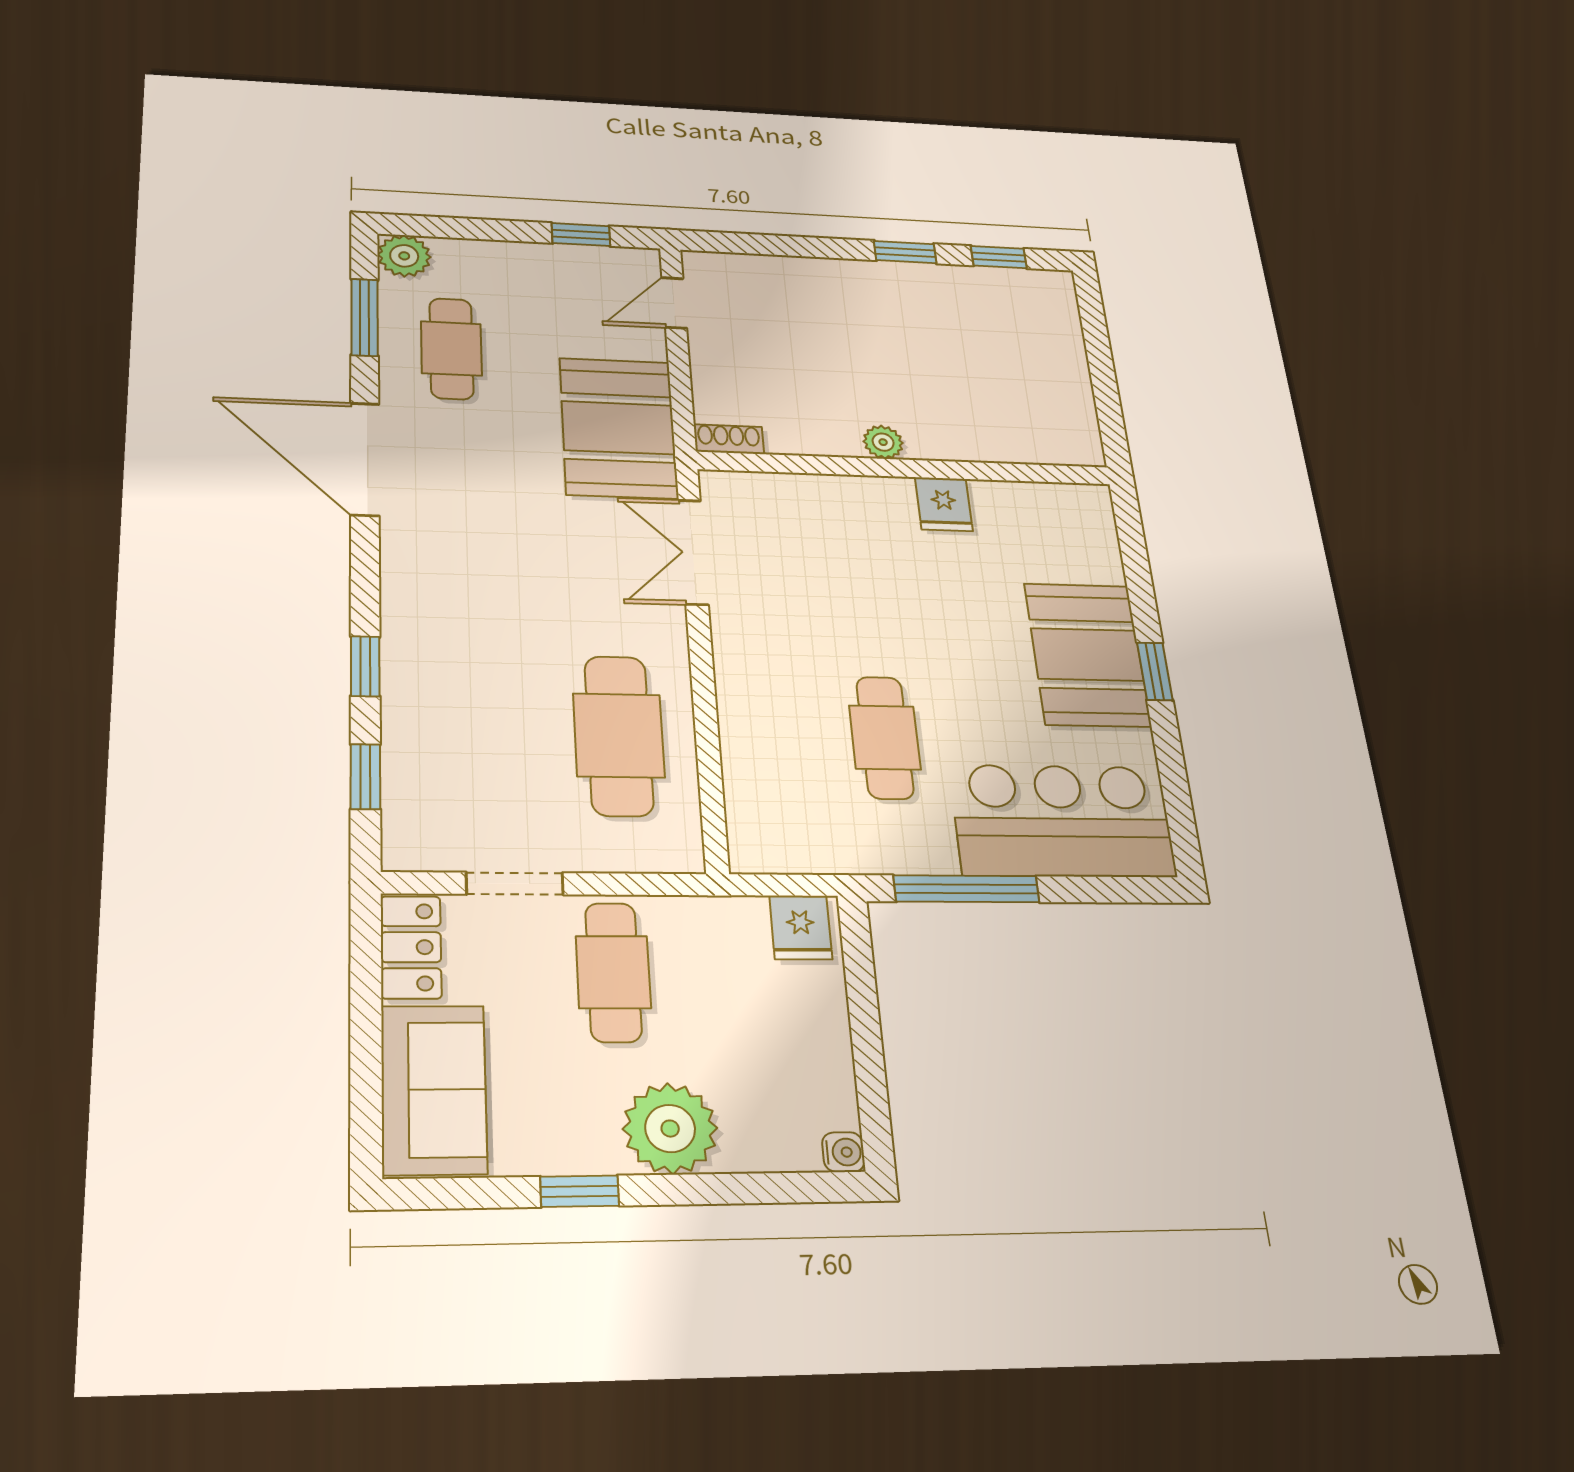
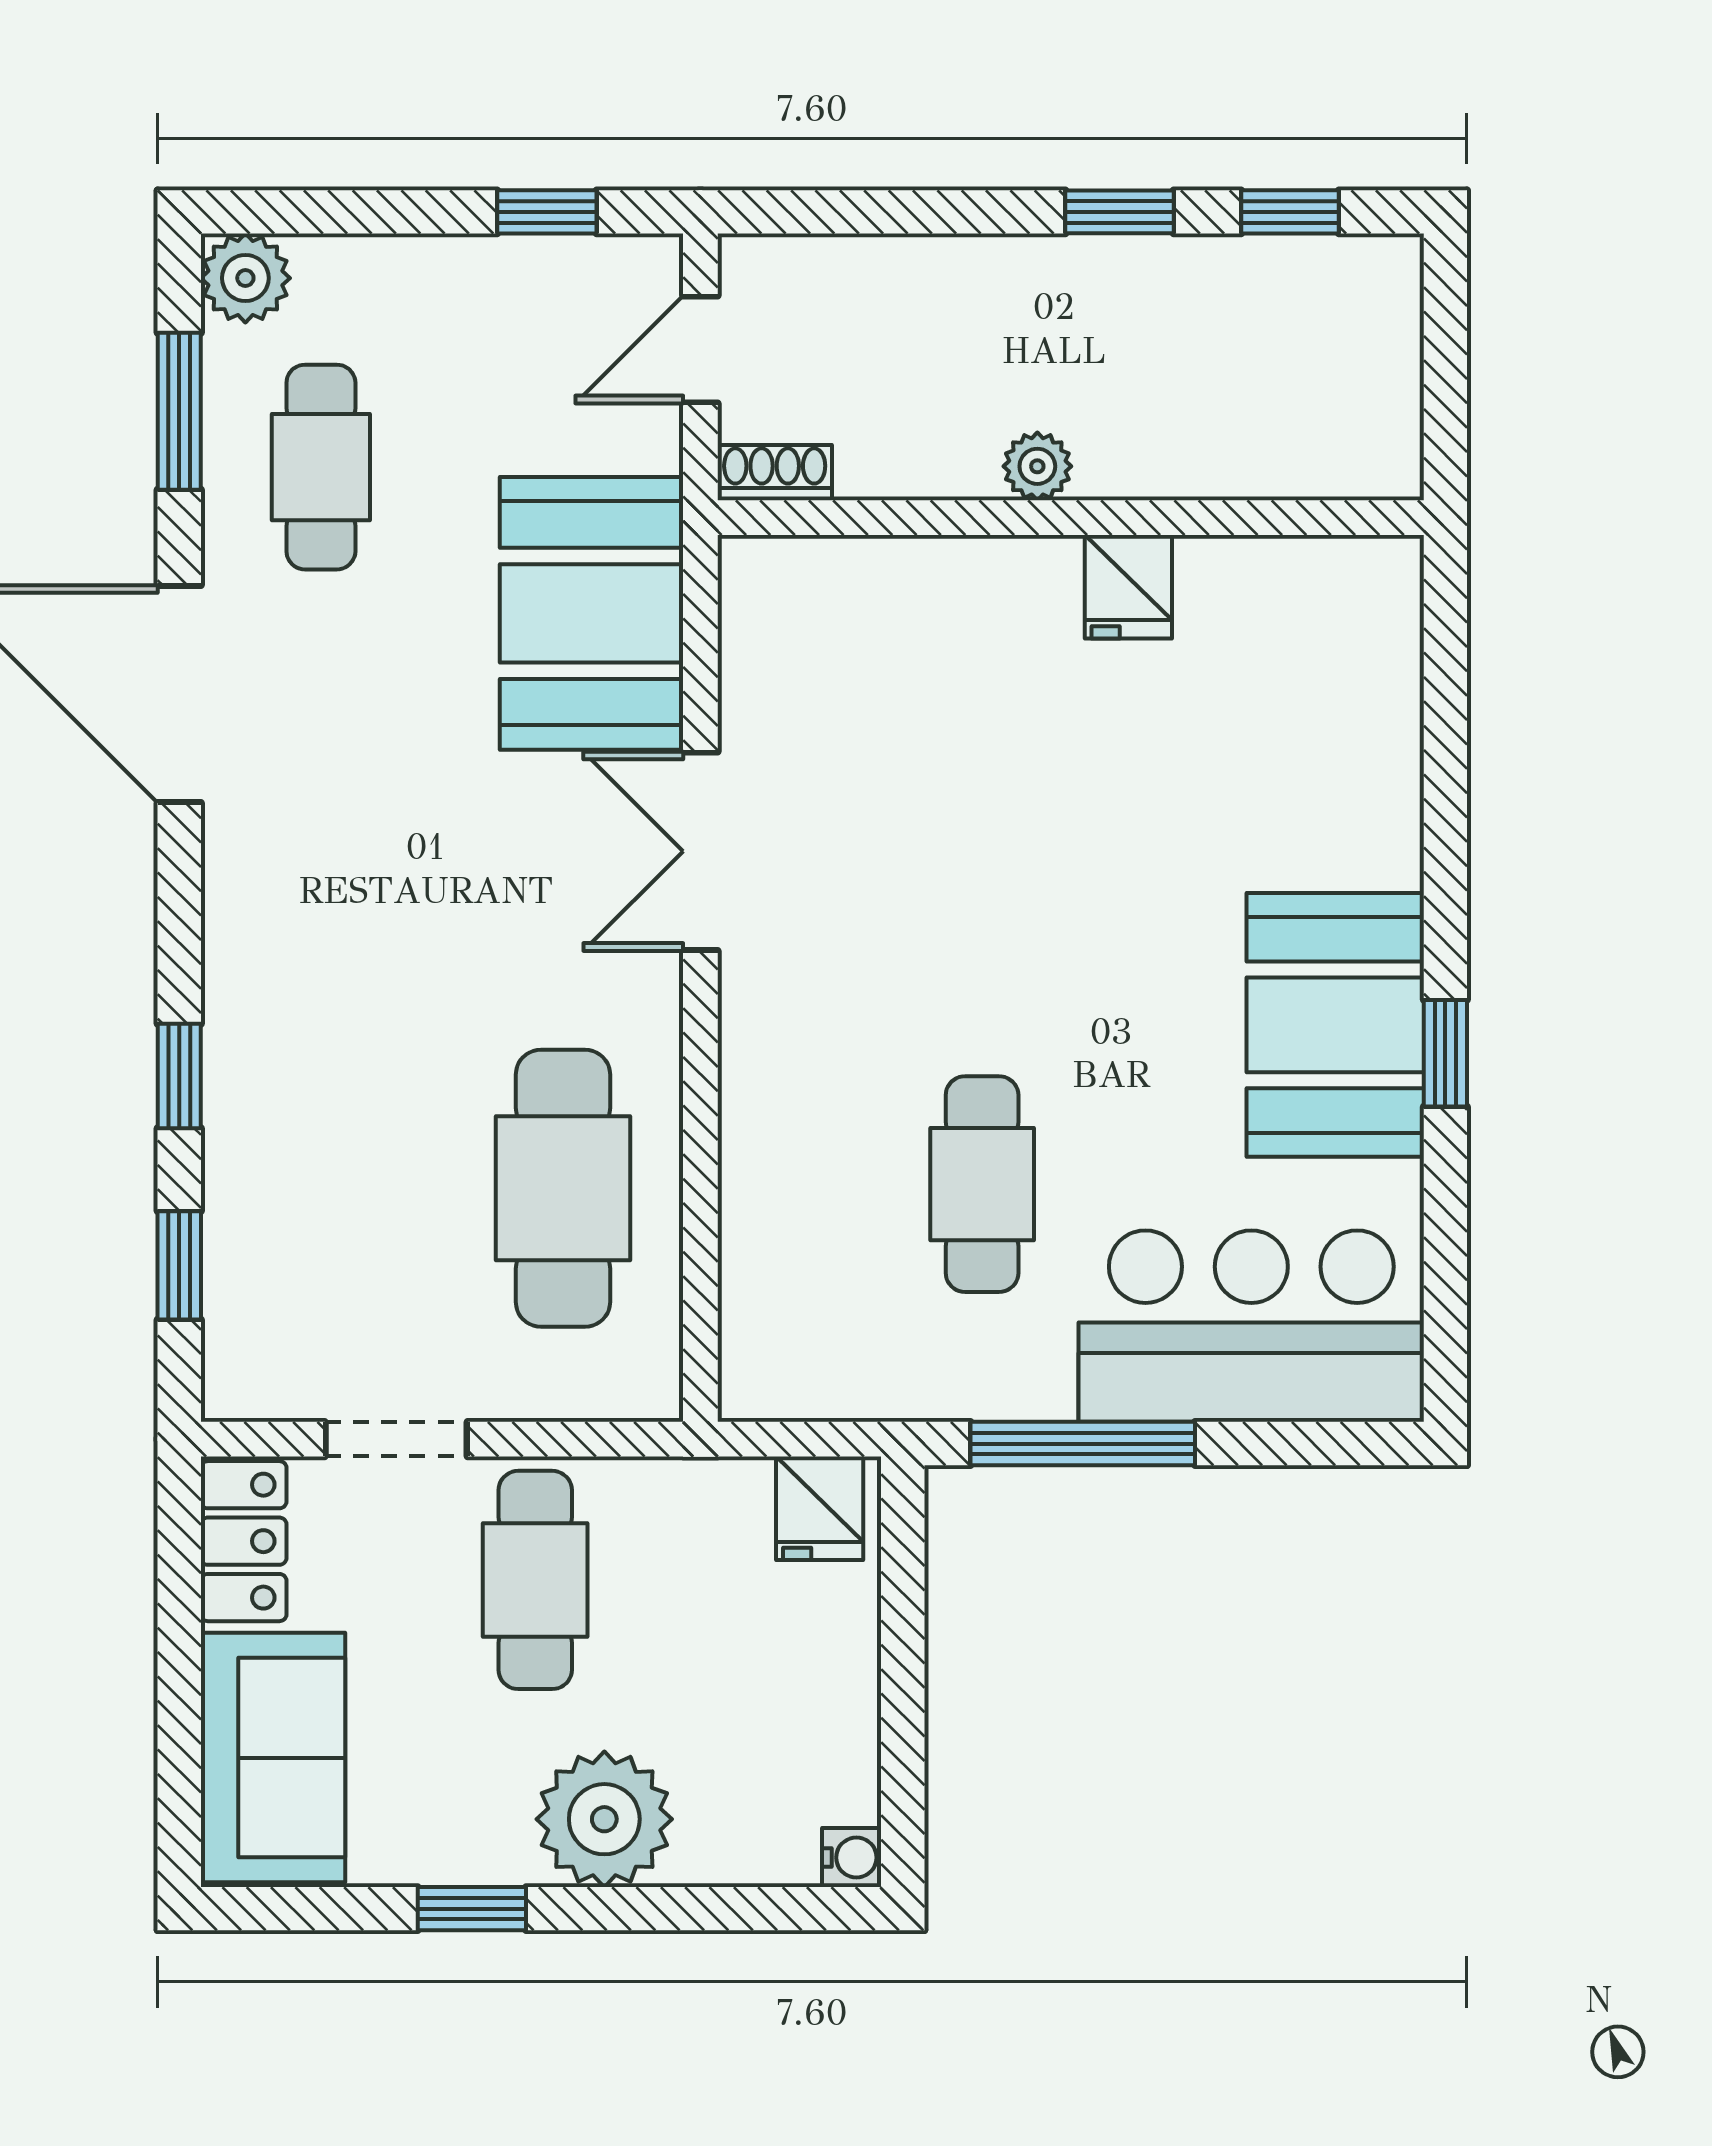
shoe rack: (729, 439) -> (775, 473), moved
plant: (883, 442) -> (1037, 466), moved
wall: (906, 468) -> (1071, 518), moved
fridge: (944, 504) -> (1128, 587), moved

